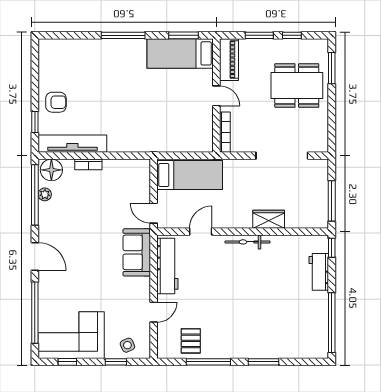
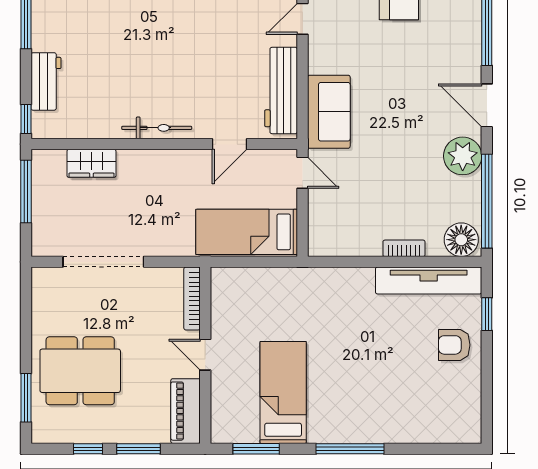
bed: (180, 53) -> (283, 392), moved, turned -90
plant: (45, 194) -> (463, 156), moved, width x1.88, depth x1.88
wardrobe: (269, 219) -> (91, 163), moved

